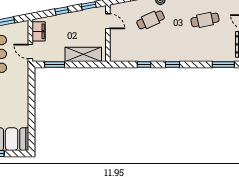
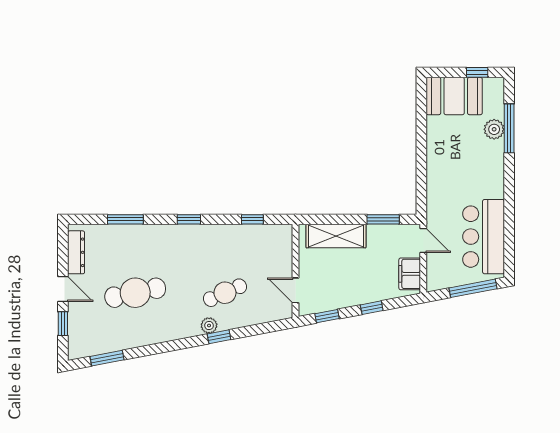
cafe table: (205, 20) -> (135, 293), width x1.37, depth x1.35
window: (144, 64) -> (252, 219), moved
window: (223, 64) -> (125, 219), moved

